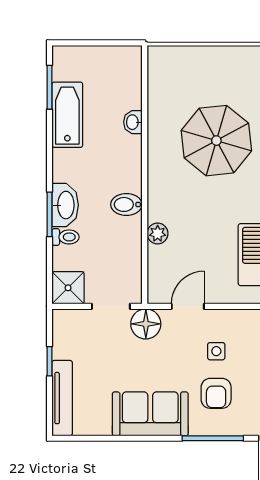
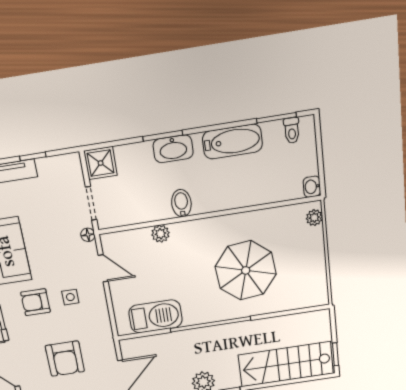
plant: (166, 55) -> (314, 218), added
bathtub: (67, 115) -> (232, 142), moved
washbasin: (133, 122) -> (312, 187), moved, turned -90
toilet: (65, 237) -> (292, 130), moved
floor lamp: (146, 324) -> (88, 235), width x0.53, depth x0.53

